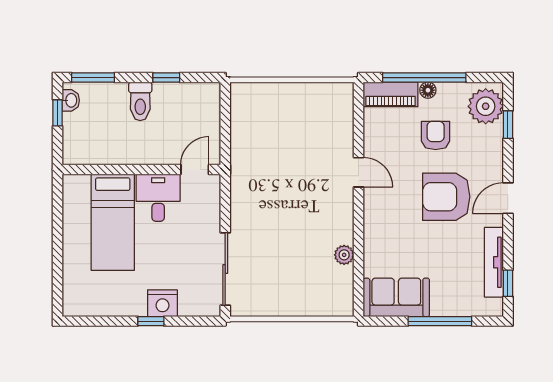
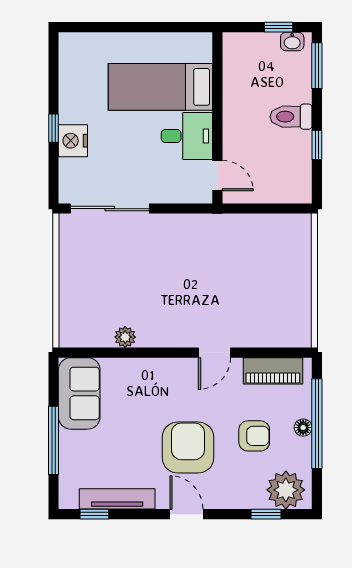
piano: (391, 94) -> (273, 371), moved, turned -90

